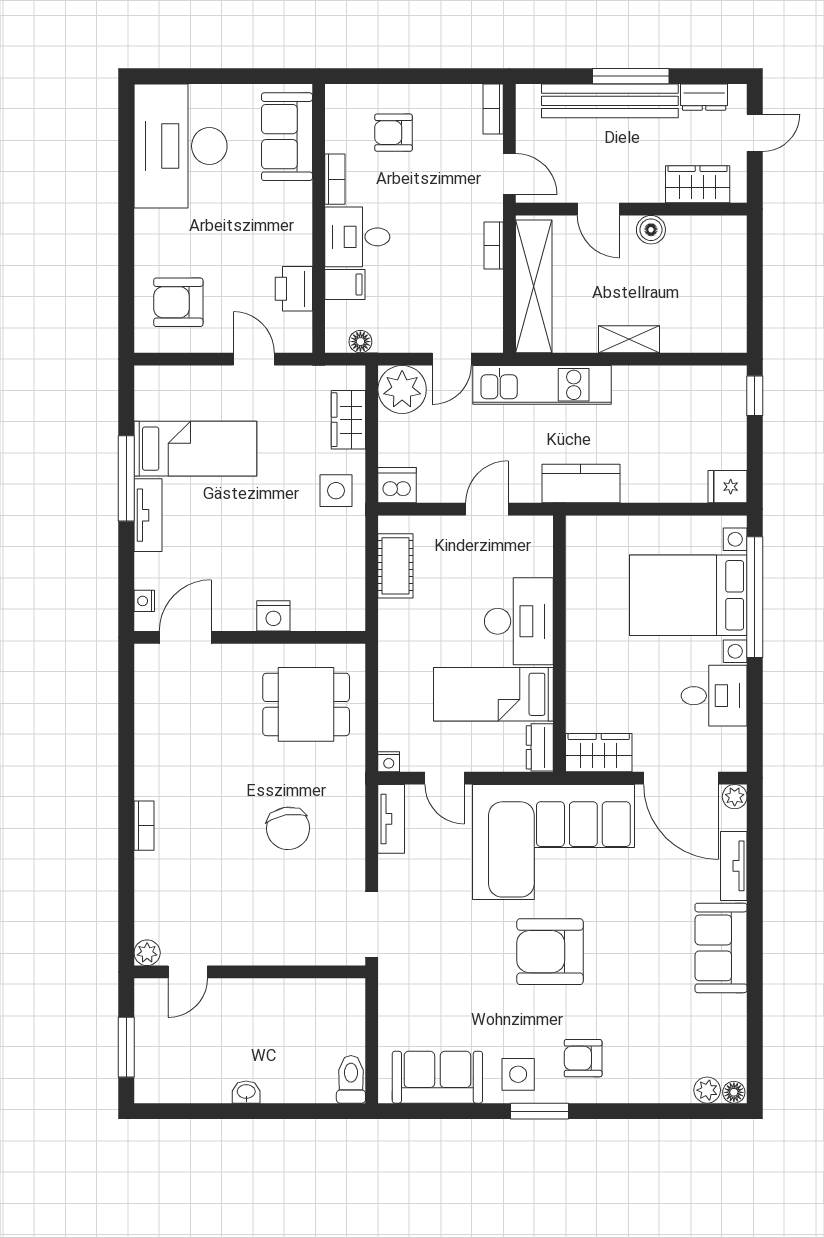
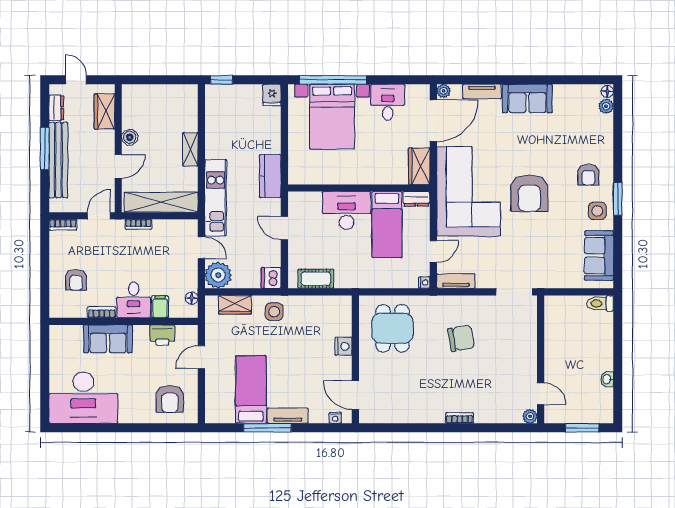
sofa: (287, 137) -> (108, 339), moved
washbasin: (246, 1092) -> (607, 379), moved

